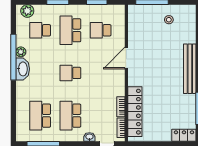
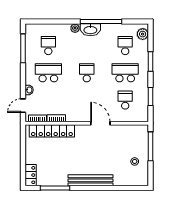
plant: (21, 52) -> (75, 28), moved
school desk: (40, 116) -> (48, 46), width x0.54

